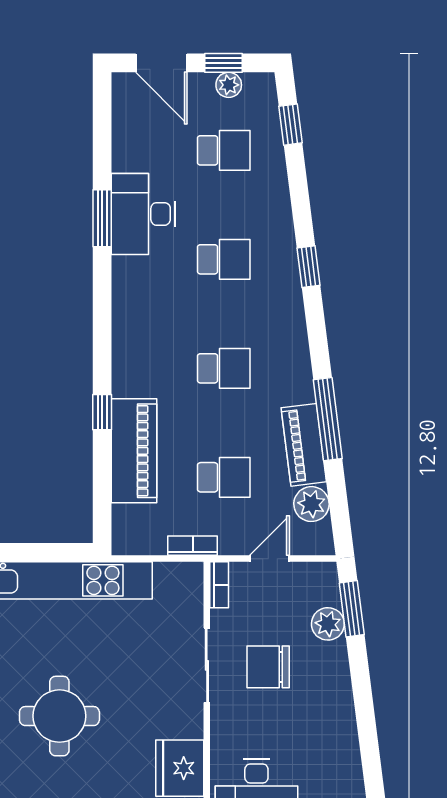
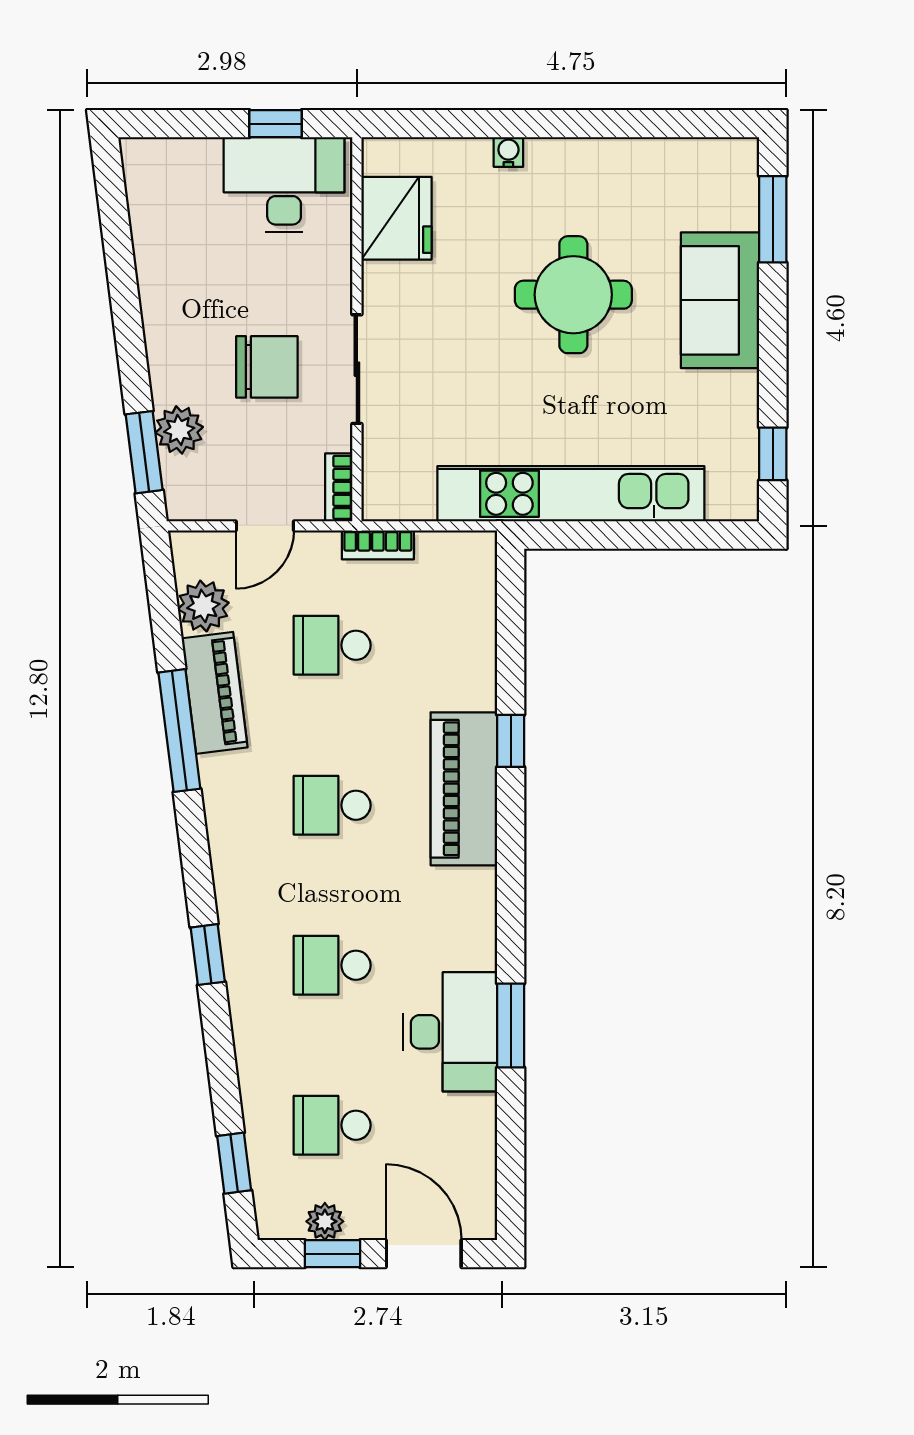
piano: (134, 451) -> (464, 789), moved

